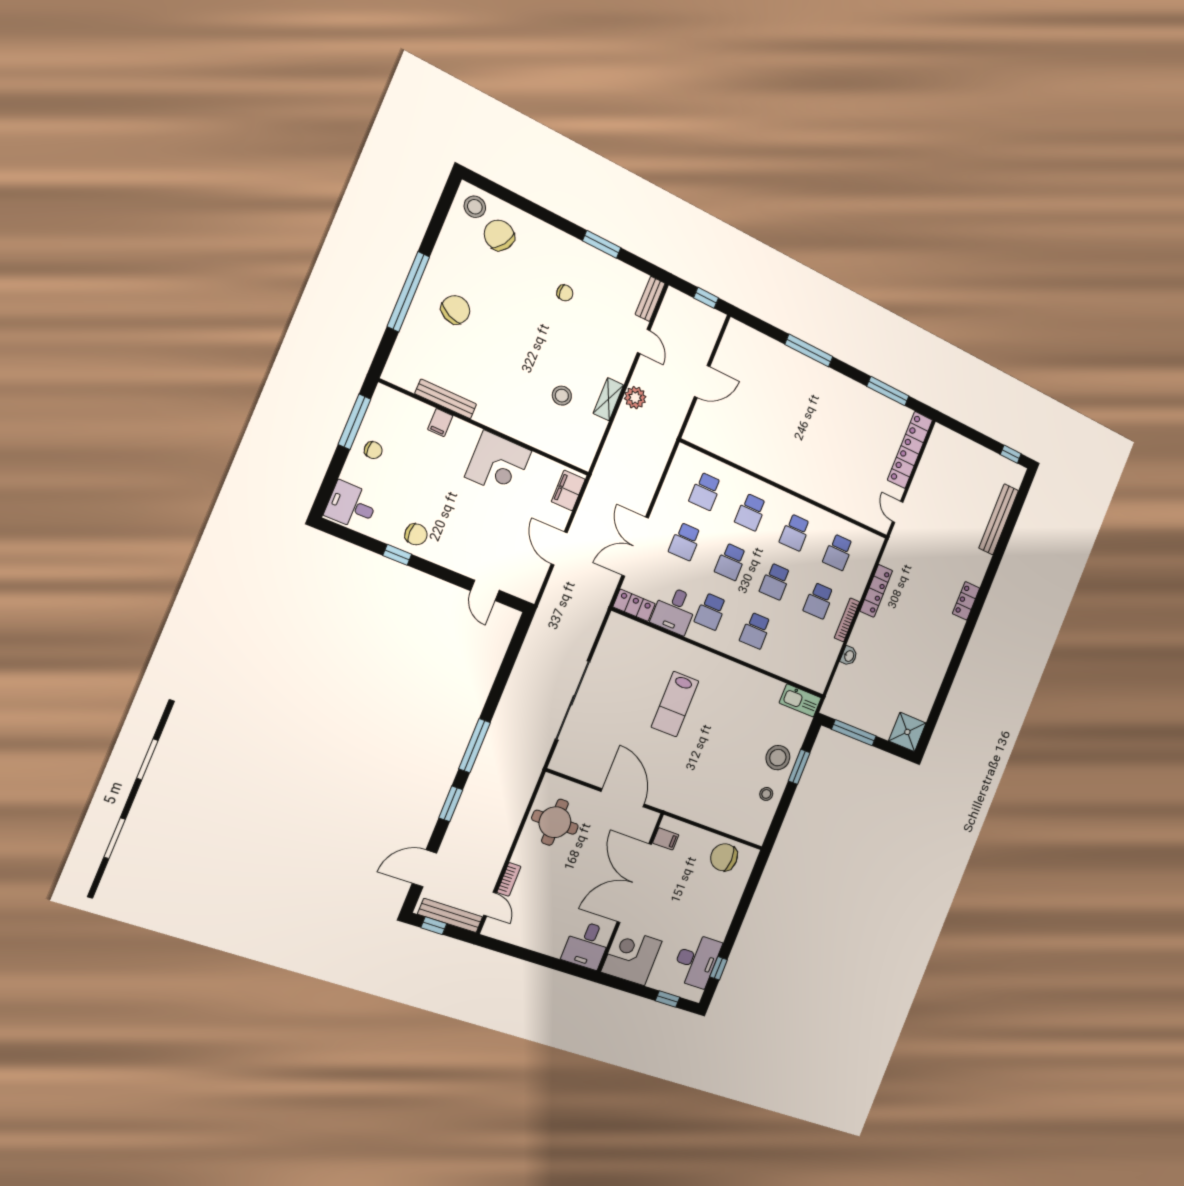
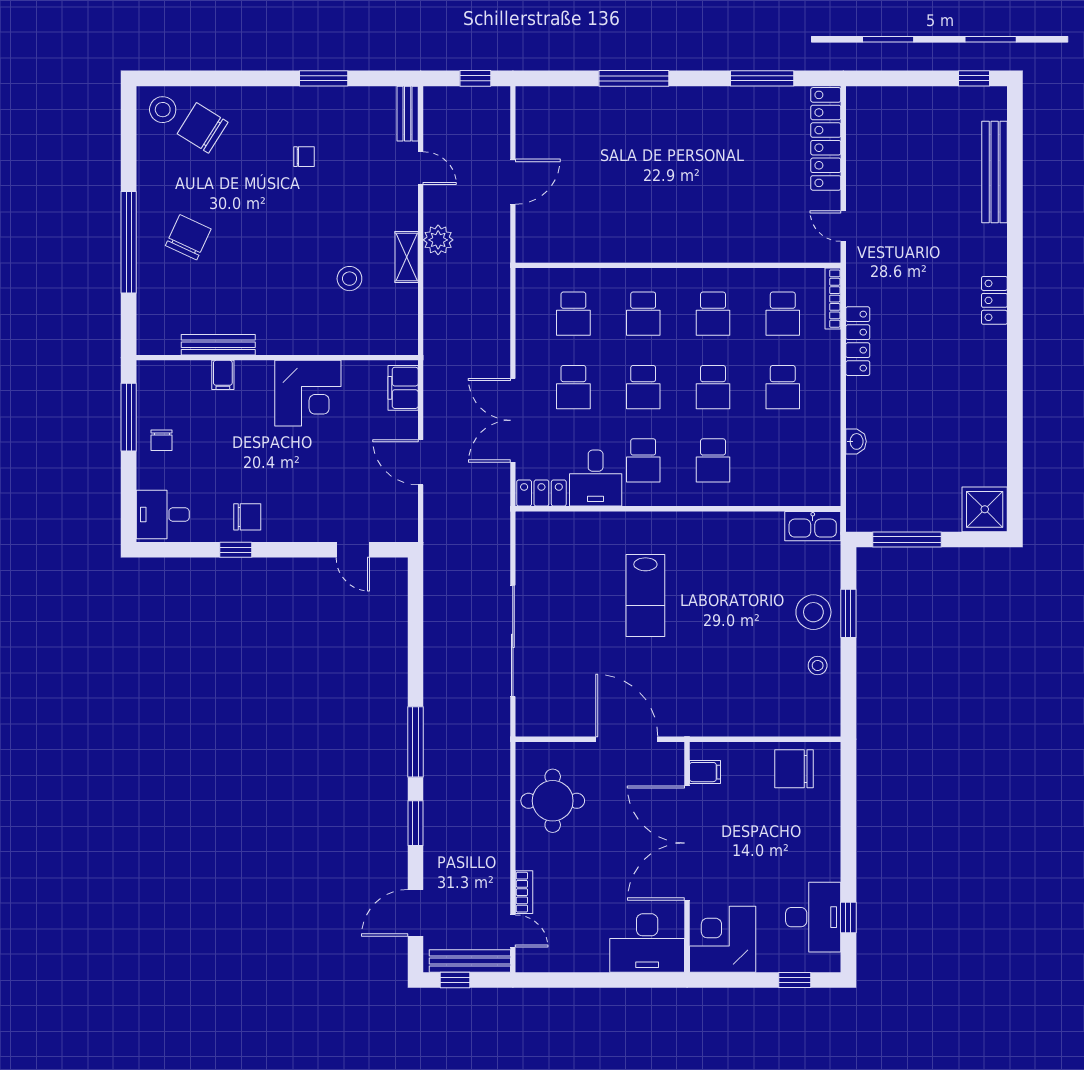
chair: (373, 450) -> (162, 440), turned 90
bookcase: (847, 620) -> (833, 299), moved
desk: (587, 945) -> (647, 943), width x1.37

